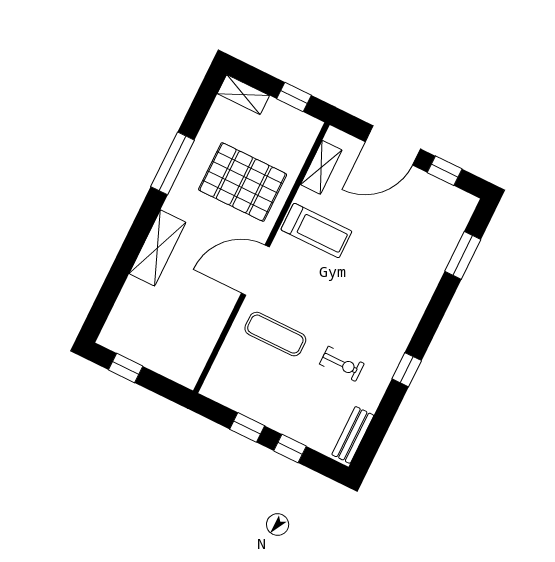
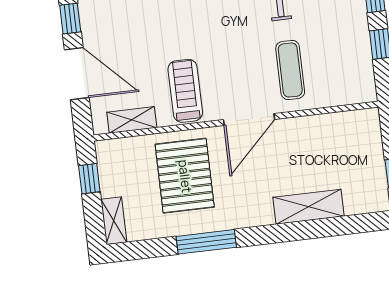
shelving: (157, 248) -> (308, 207), moved
door: (255, 270) -> (249, 119), hinge flipped

